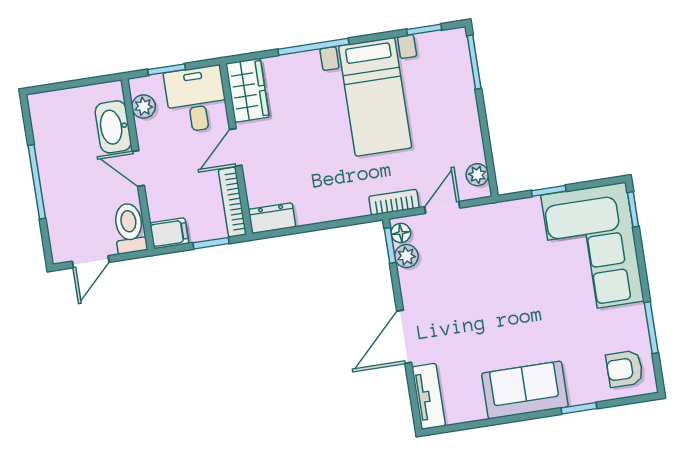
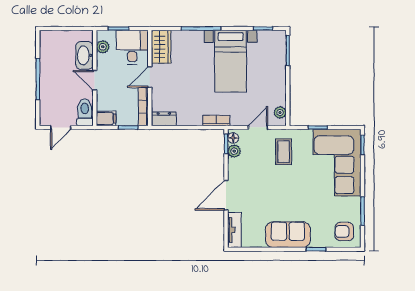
bookcase: (394, 202) -> (216, 120), moved
coffee table: (494, 243) -> (284, 152), added

